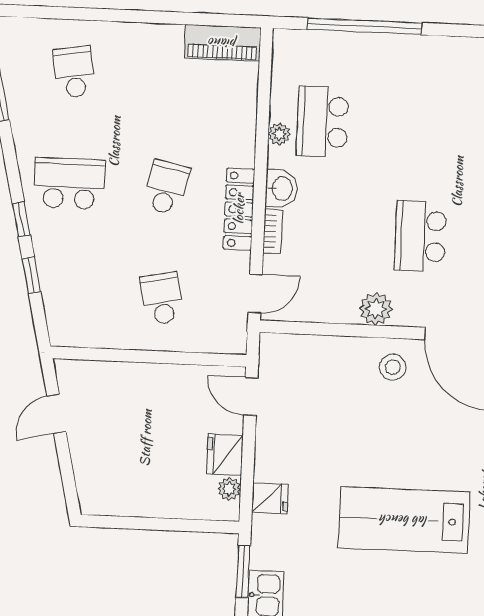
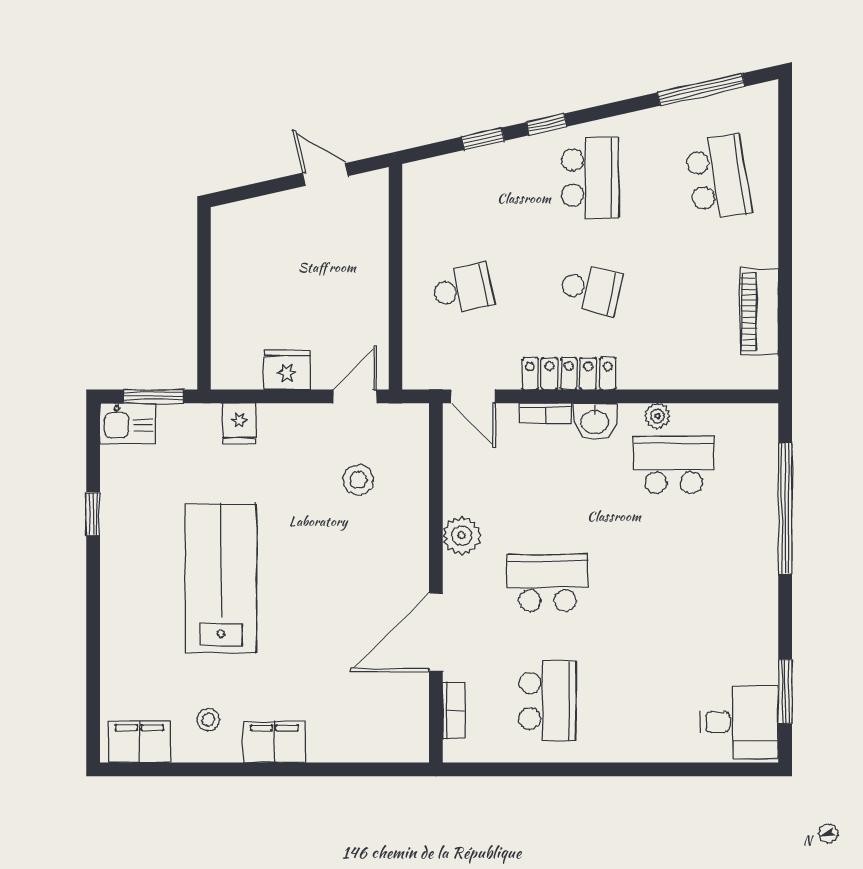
piano: (223, 43) -> (759, 312), moved
school desk: (74, 72) -> (718, 178), width x1.85
stool: (393, 367) -> (358, 480), moved
plant: (229, 489) -> (248, 376), removed

